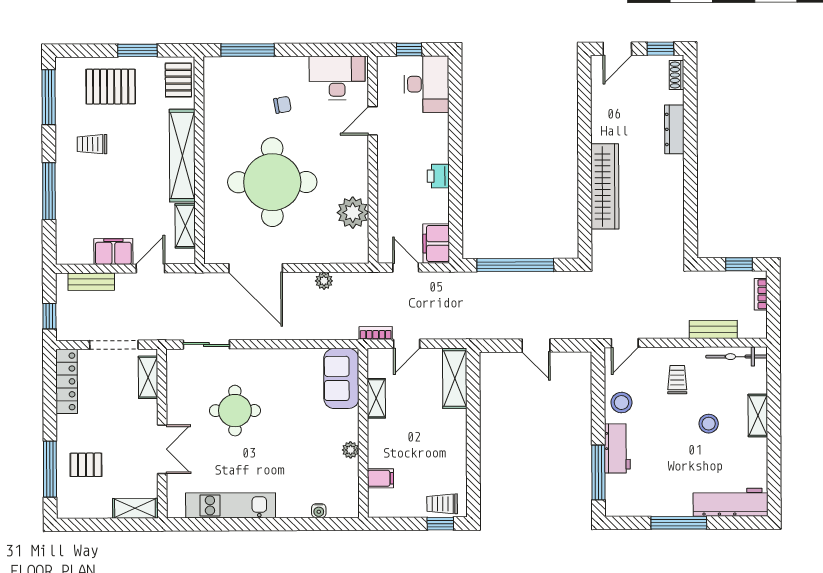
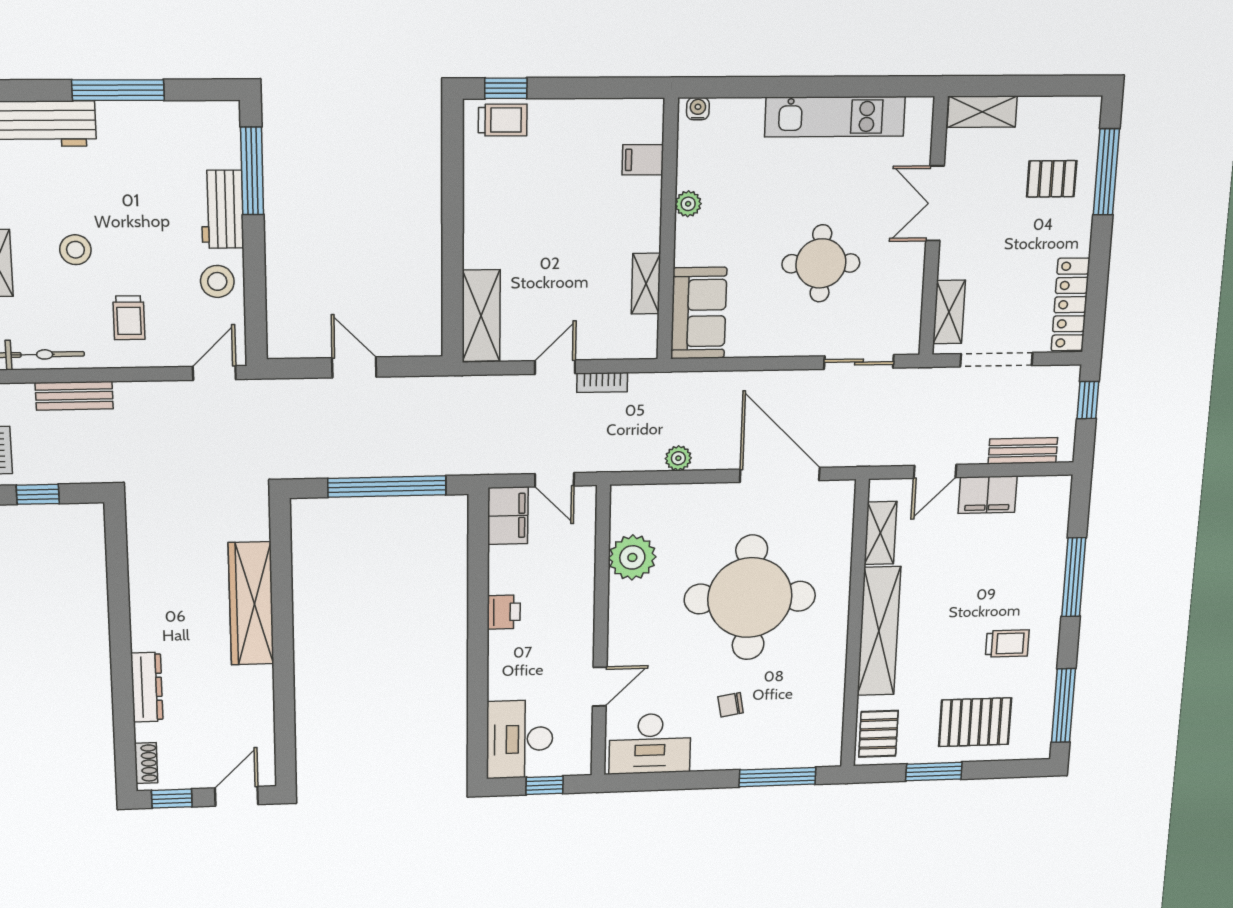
sofa: (341, 378) -> (699, 313), moved
shelving: (376, 398) -> (646, 284), moved
wall: (363, 433) -> (668, 230), moved
plant: (351, 450) -> (688, 204), moved
filing cabinet: (380, 478) -> (643, 160), moved

